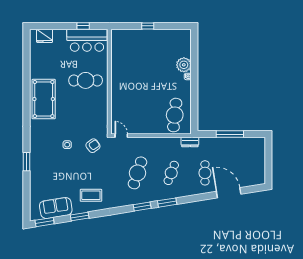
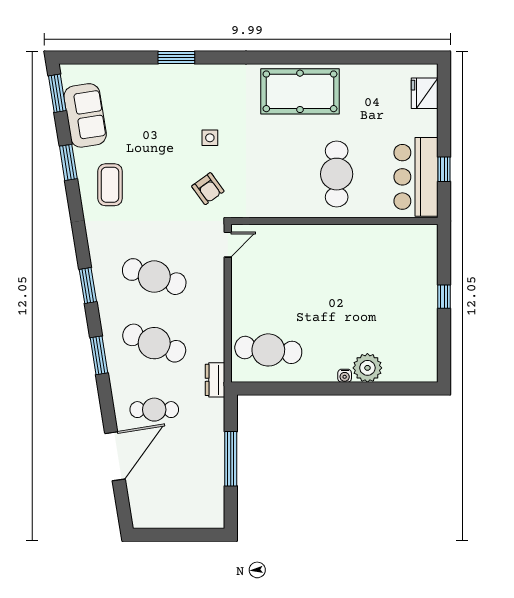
cafe table: (171, 173) -> (154, 343), width x1.37, depth x1.35
window: (167, 203) -> (99, 355), moved

